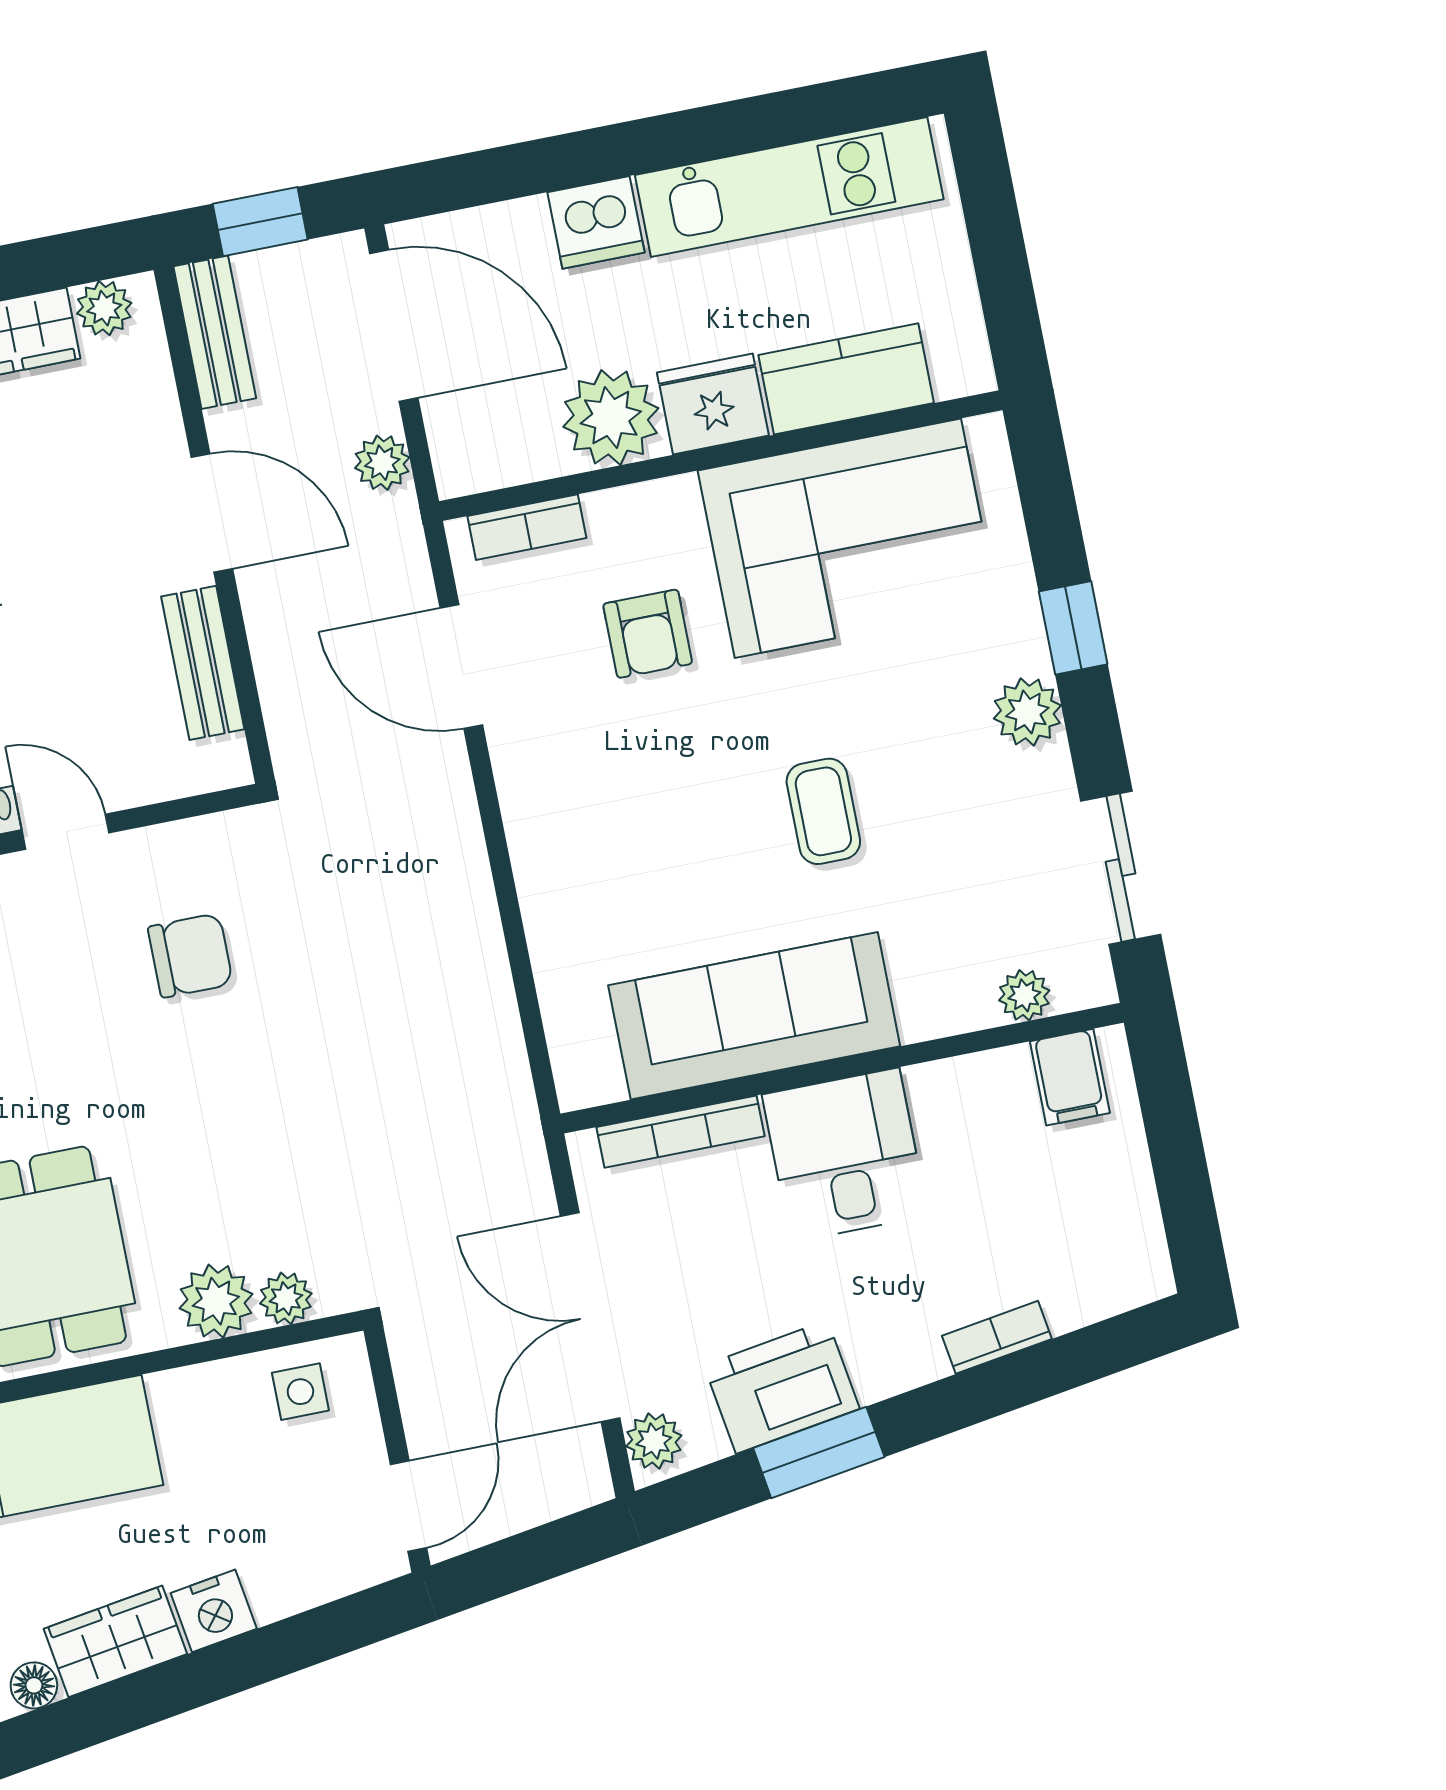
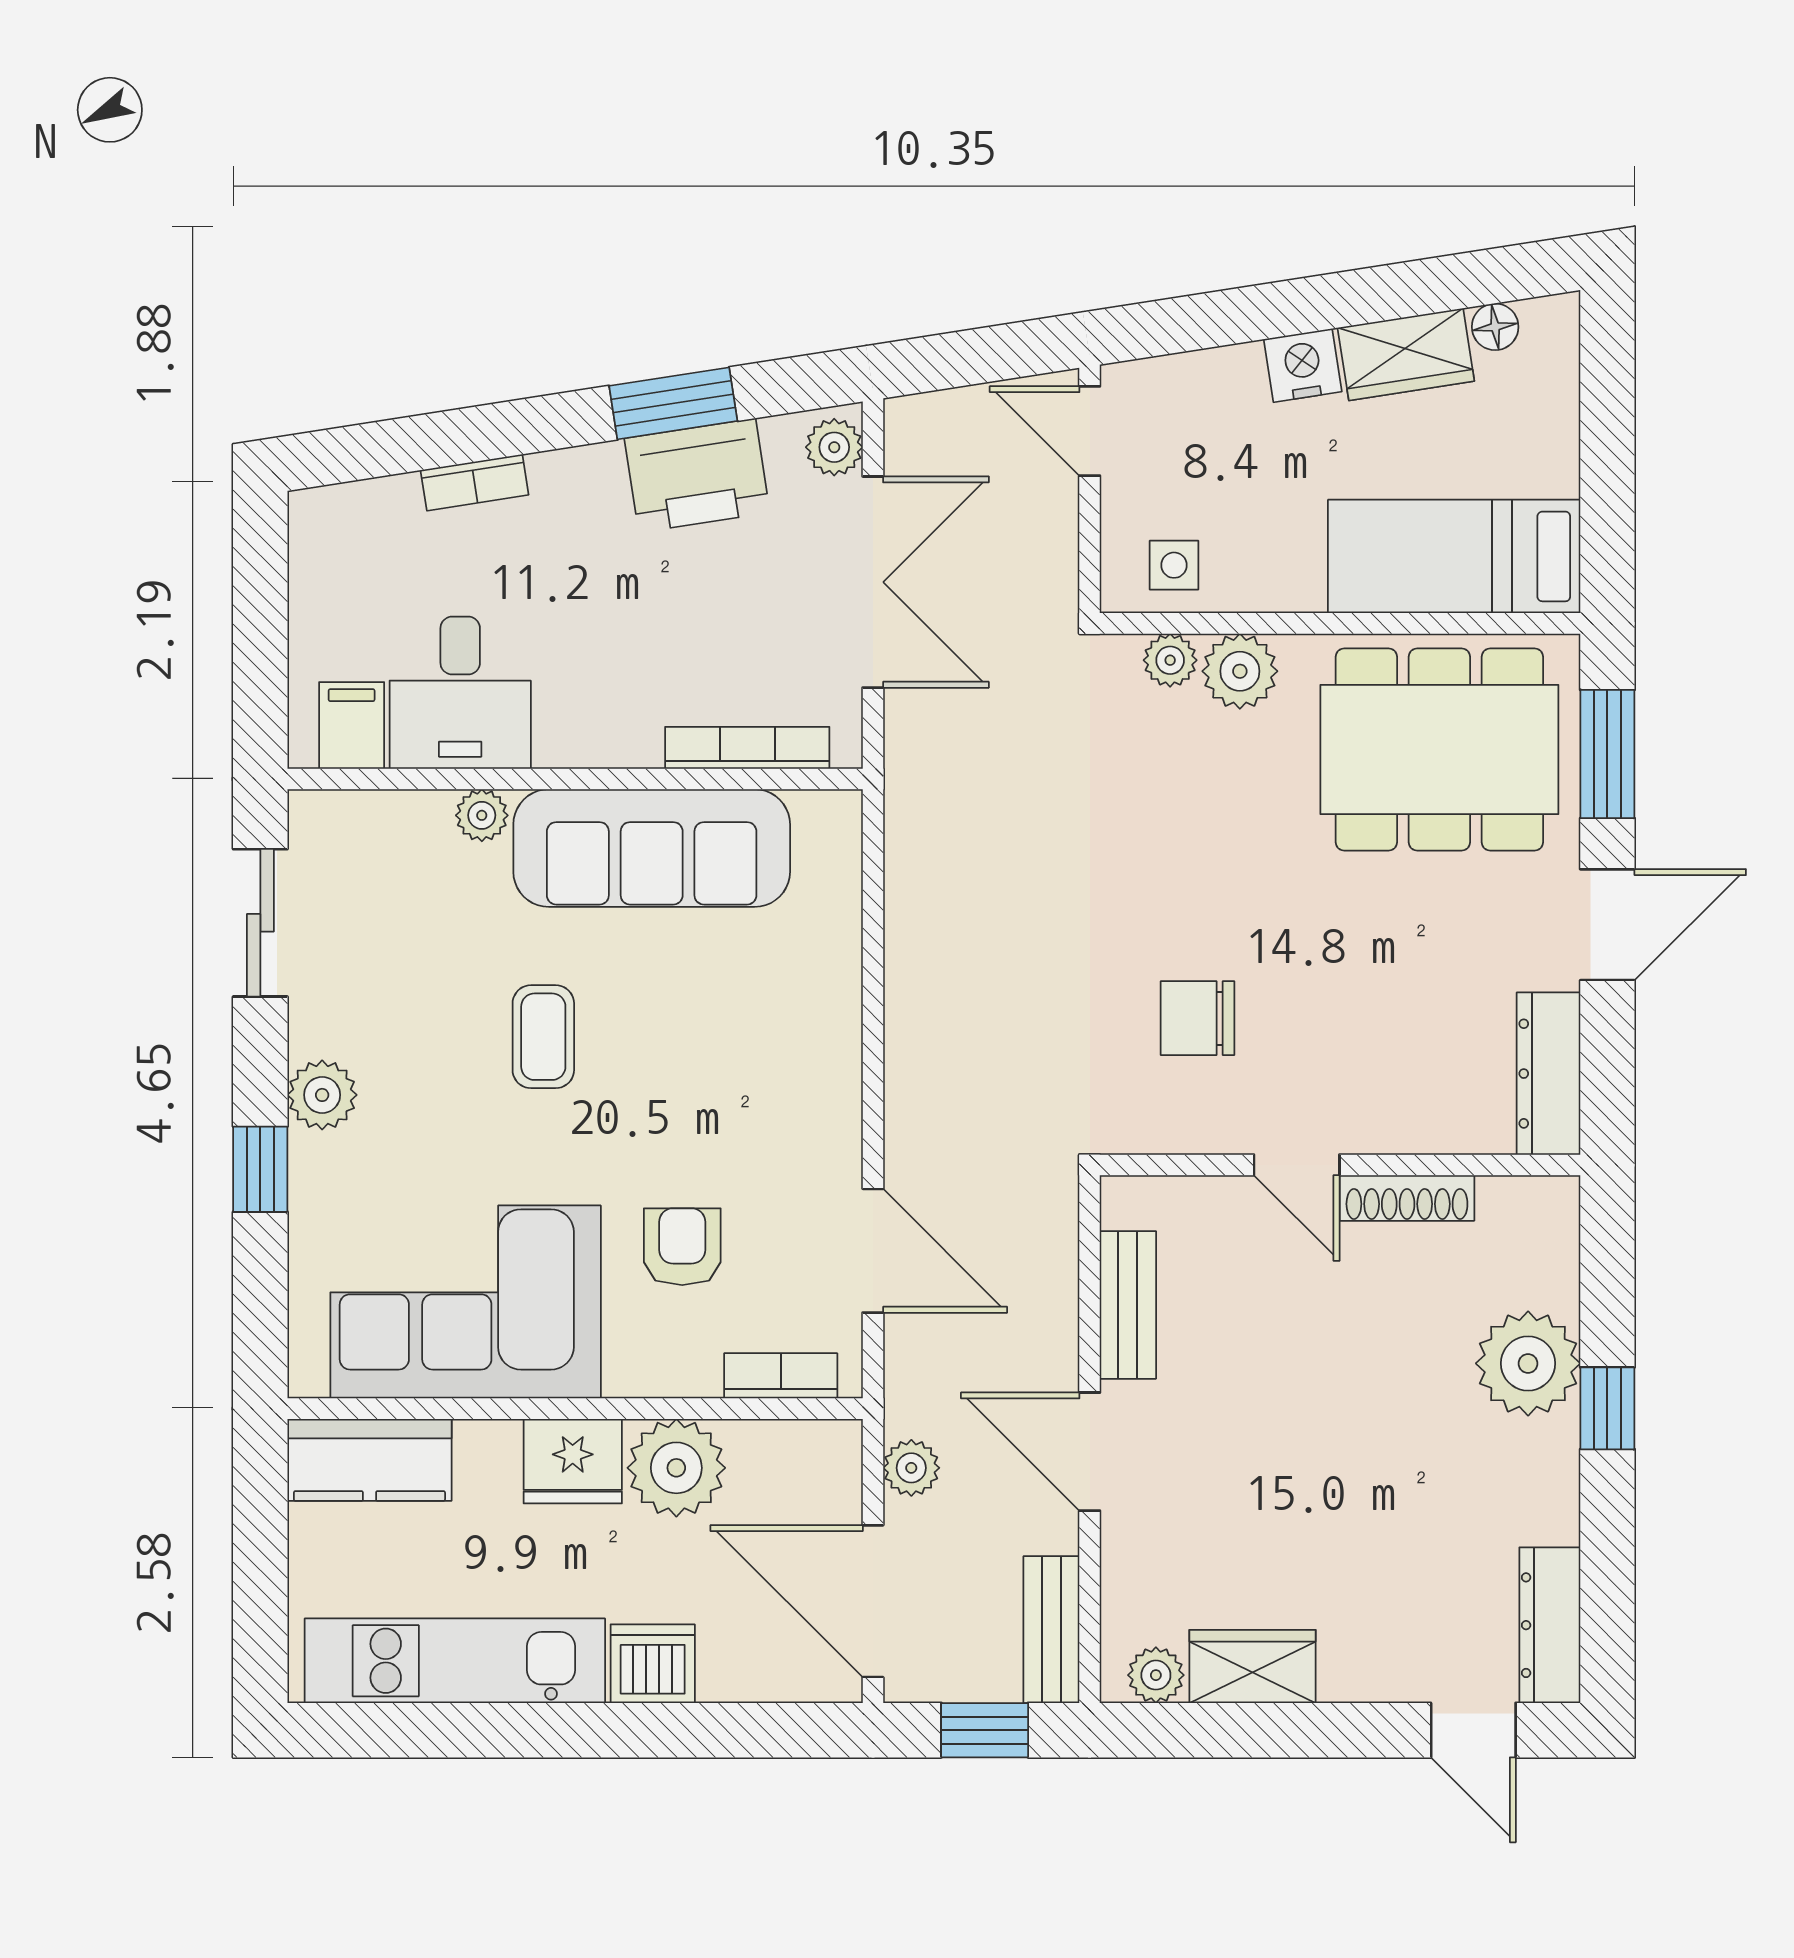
kitchen counter: (846, 379) -> (369, 1460), moved
plant: (1024, 995) -> (482, 815), moved
desk: (845, 1155) -> (460, 693), moved
door: (409, 1506) -> (1090, 431), hinge flipped

